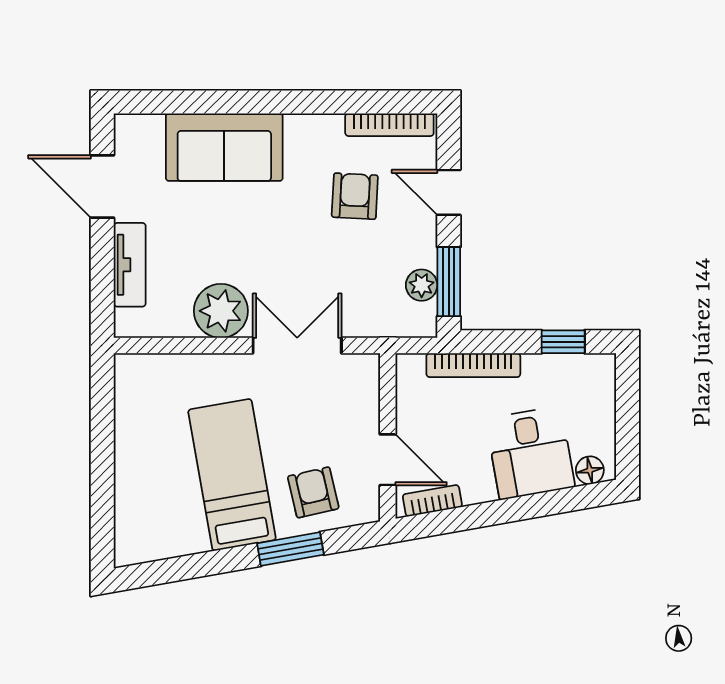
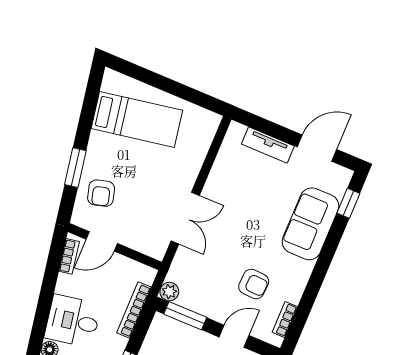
window: (168, 102) -> (348, 203), added
bookcase: (389, 125) -> (285, 319), width x0.64
plant: (422, 285) -> (169, 292), moved
plant: (221, 311) -> (222, 184), removed
bed: (232, 475) -> (137, 119), moved
armchair: (313, 492) -> (101, 193), turned 87

